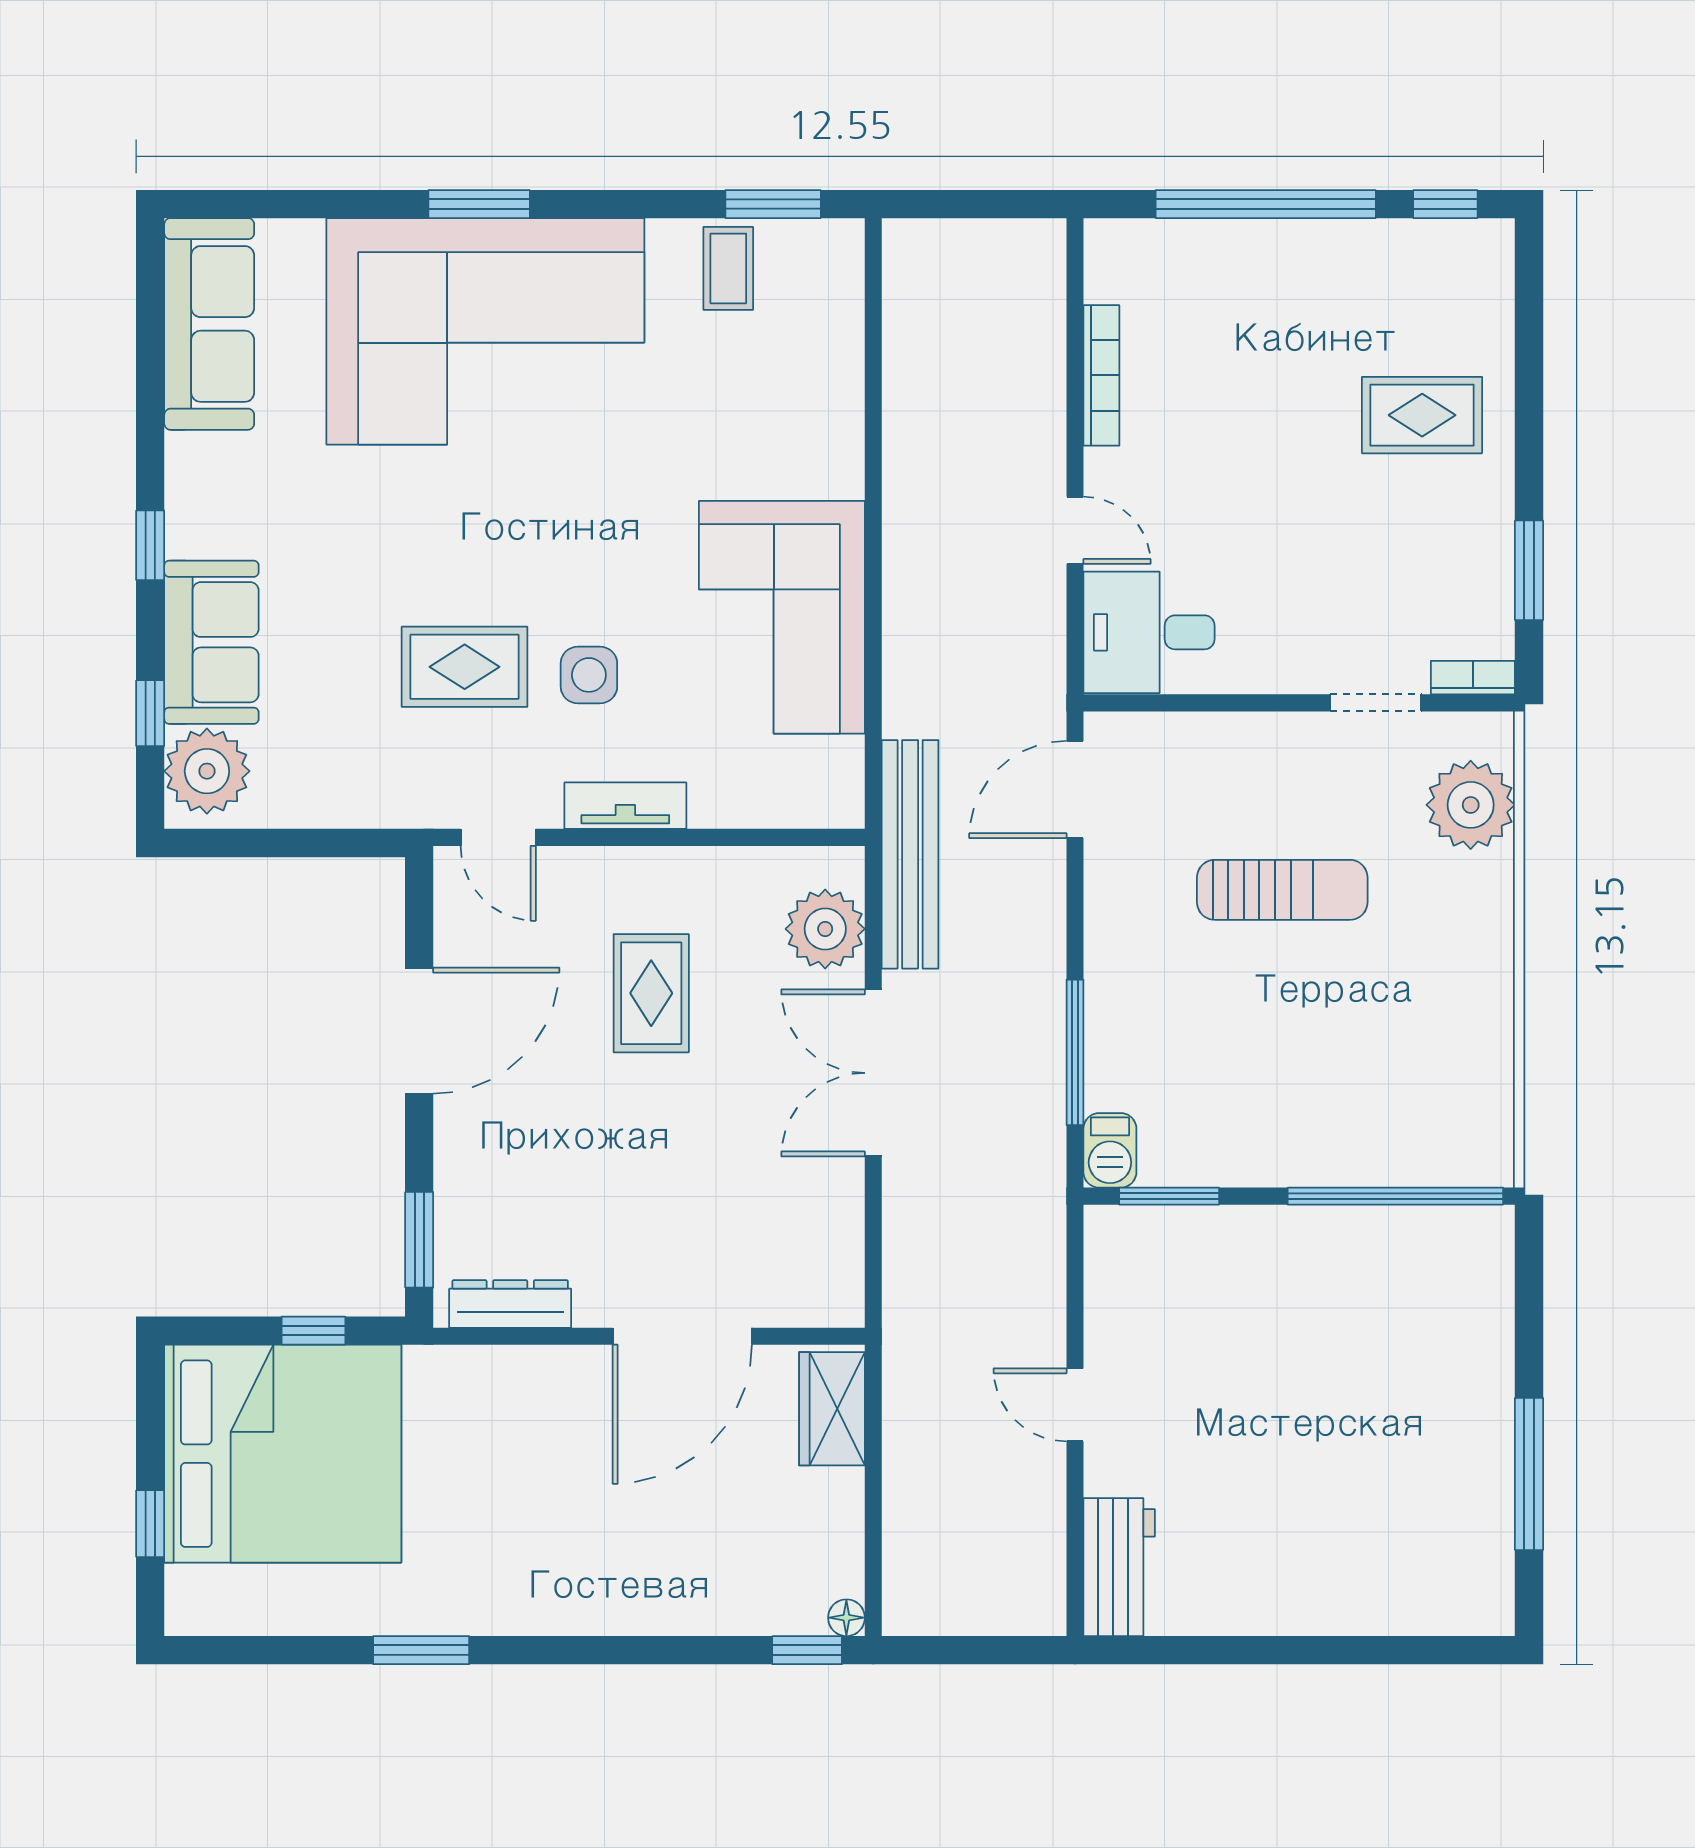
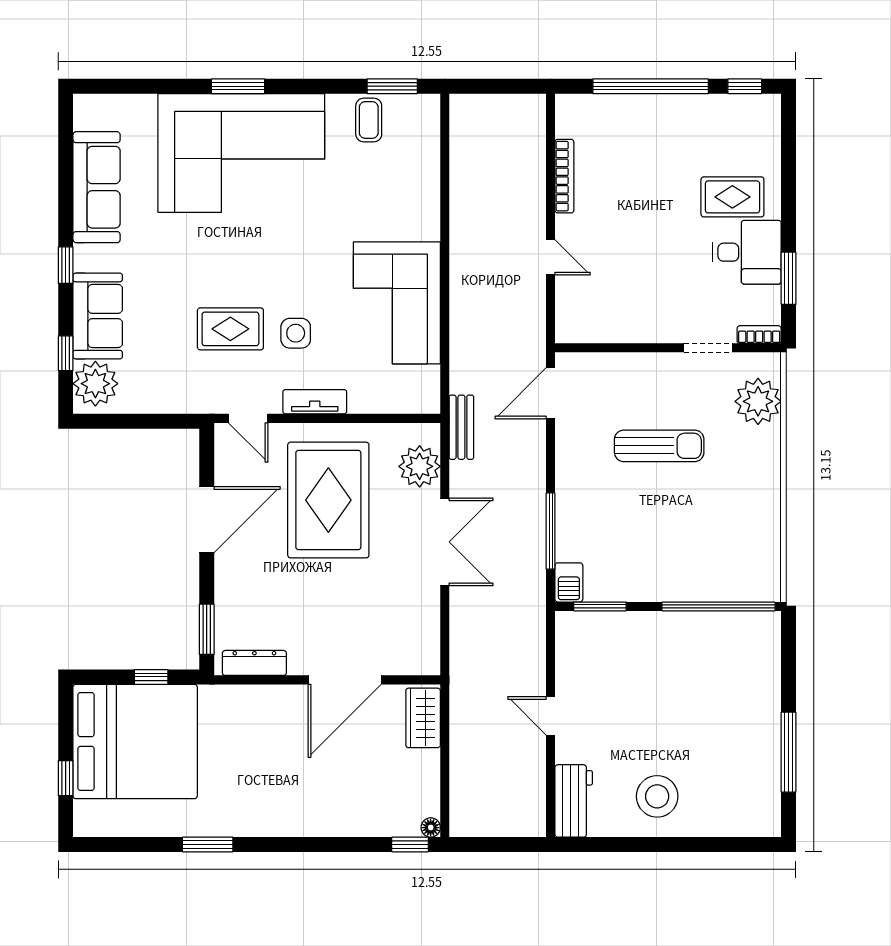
sofa: (209, 324) -> (97, 187), moved
desk: (1149, 632) -> (747, 252), moved, turned 180
bench: (910, 854) -> (461, 427), width x0.54, depth x0.82
rug: (651, 993) -> (328, 500), width x1.86, depth x2.06
double door: (873, 1073) -> (445, 542), swing flipped
stool: (1278, 1558) -> (657, 796), added

